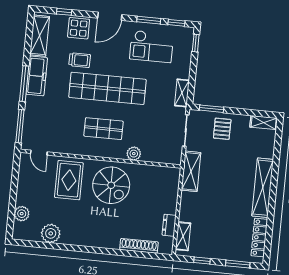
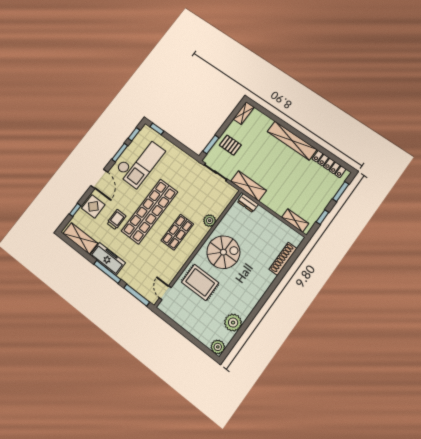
checkout: (152, 46) -> (139, 161), width x1.36, depth x1.21
shelving: (182, 93) -> (186, 159), removed
door: (39, 153) -> (165, 293), swing flipped
plant: (22, 214) -> (218, 347), moved
dresser: (169, 225) -> (248, 203), moved

